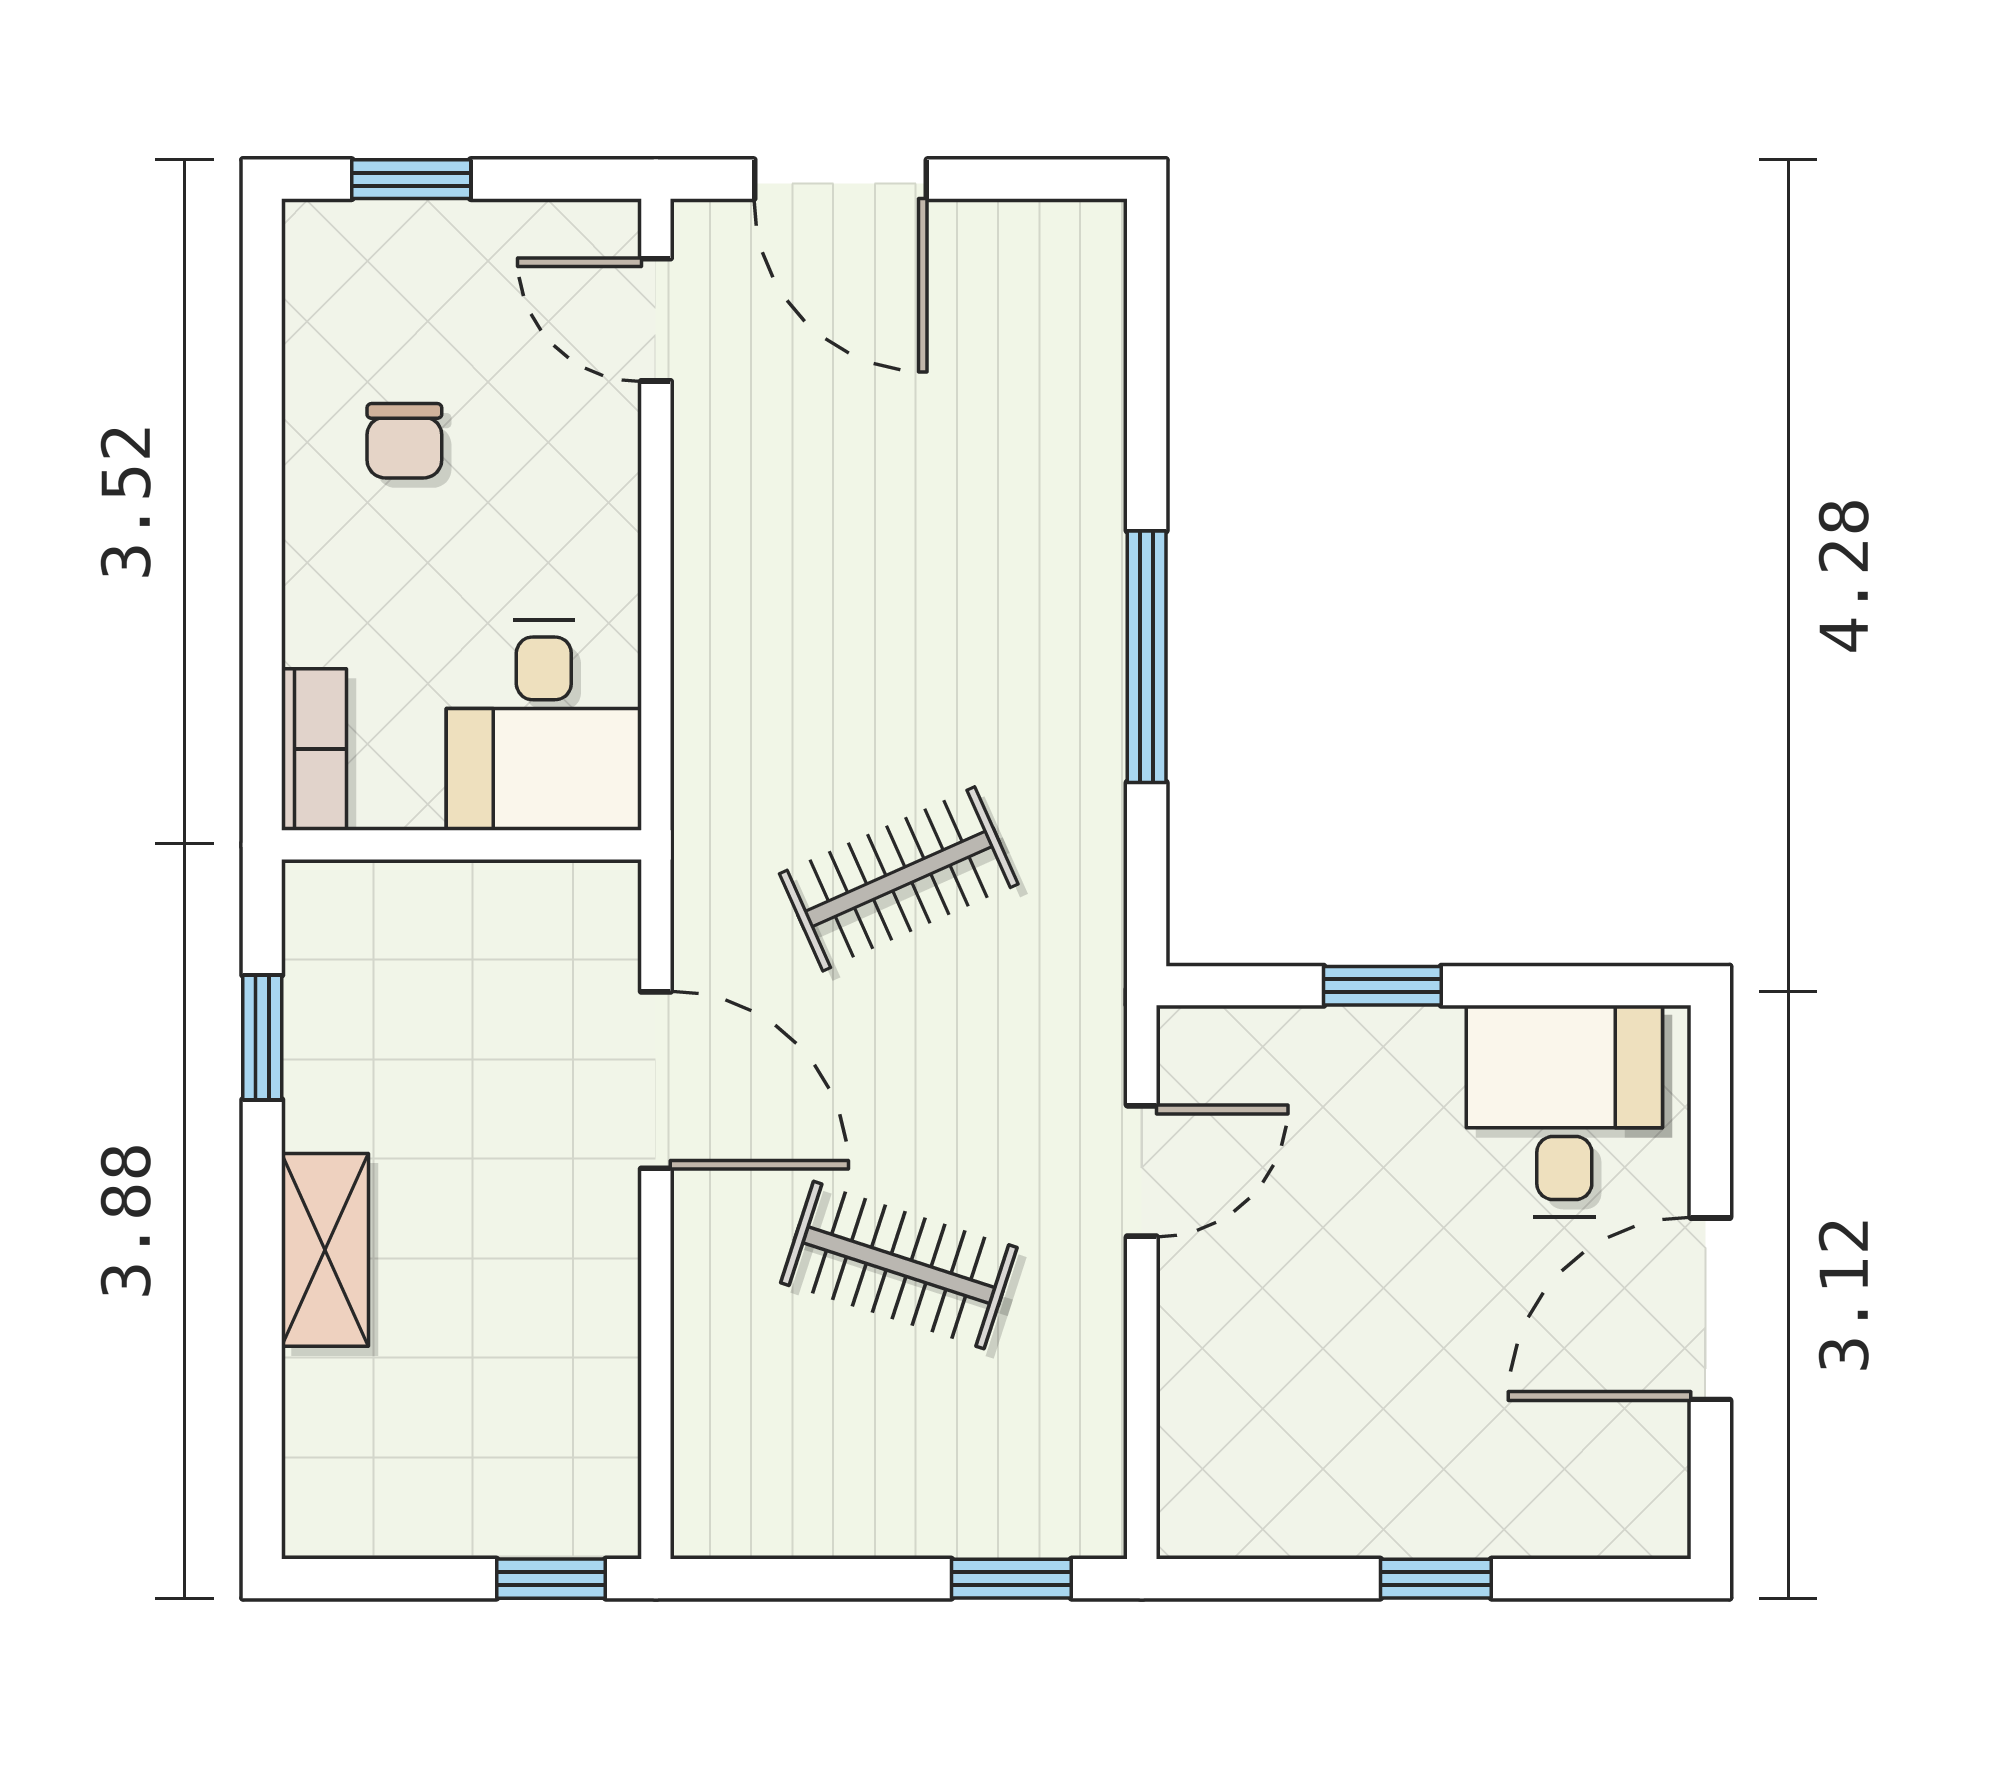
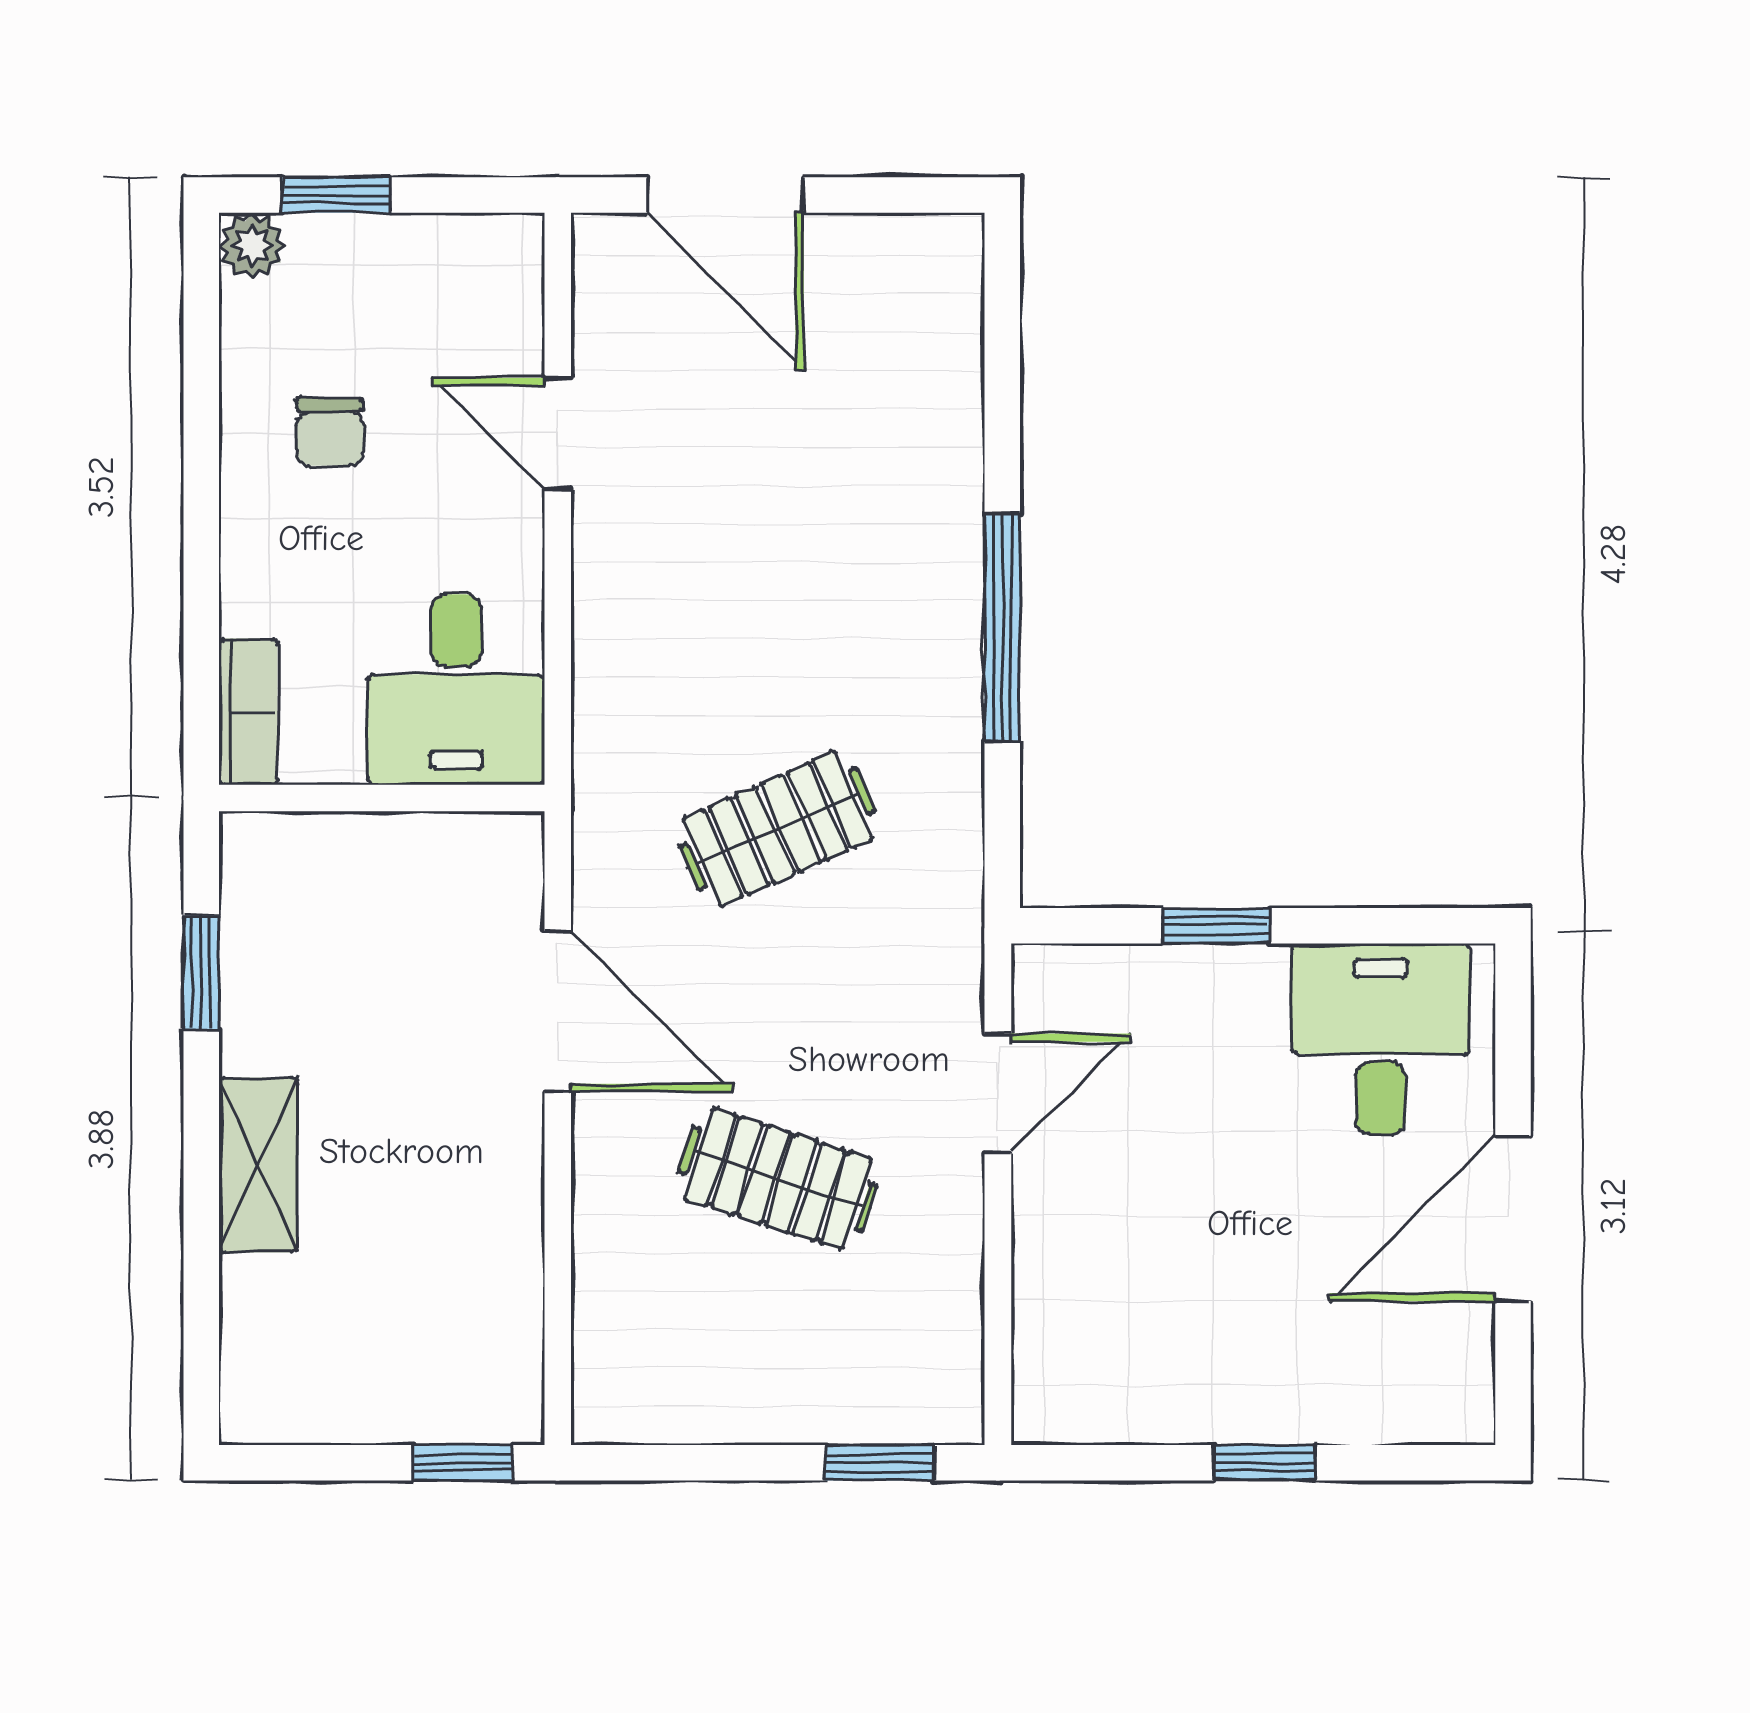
plant: (318, 235) -> (252, 246), added
door: (656, 320) -> (558, 434), moved

